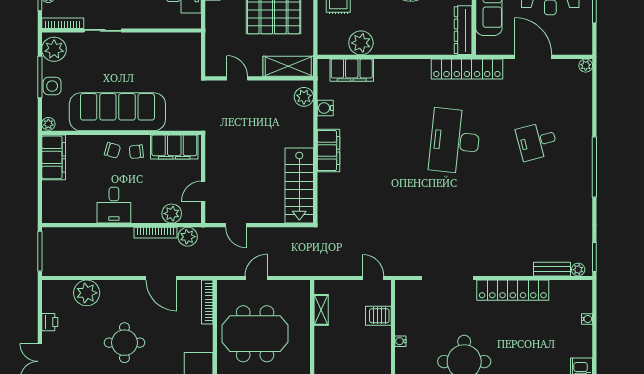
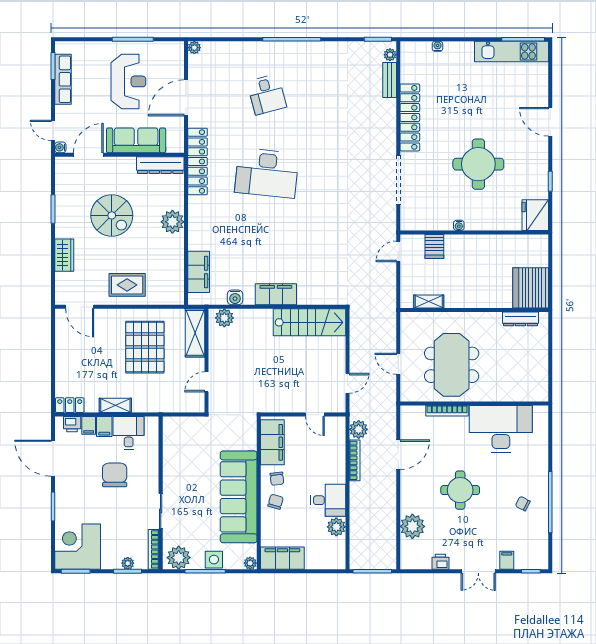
plant: (361, 43) -> (172, 222), moved
plant: (172, 214) -> (336, 527), moved
bookcase: (207, 302) -> (447, 411), moved

